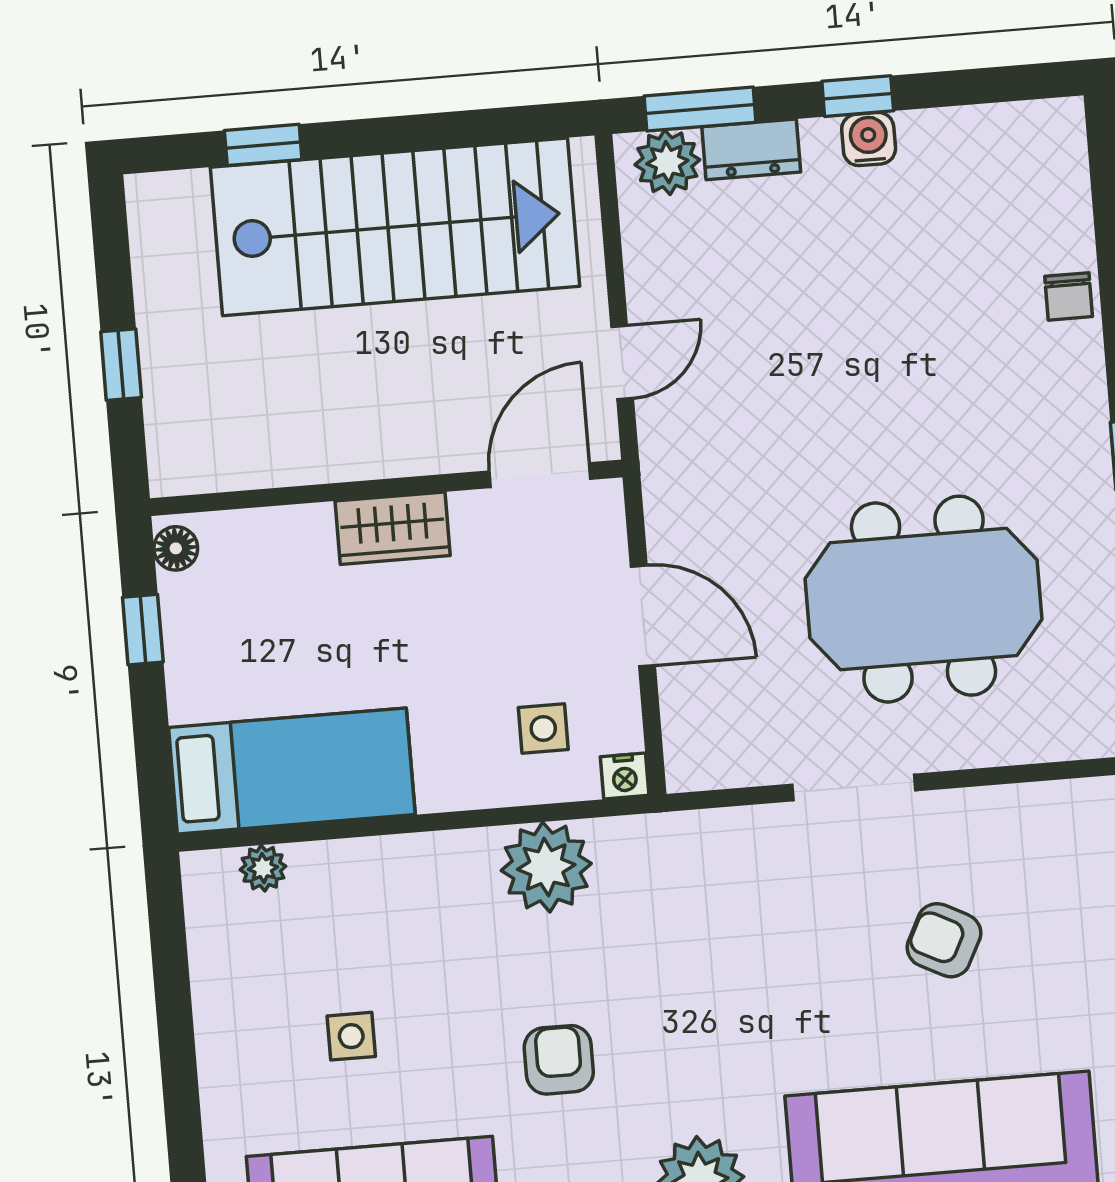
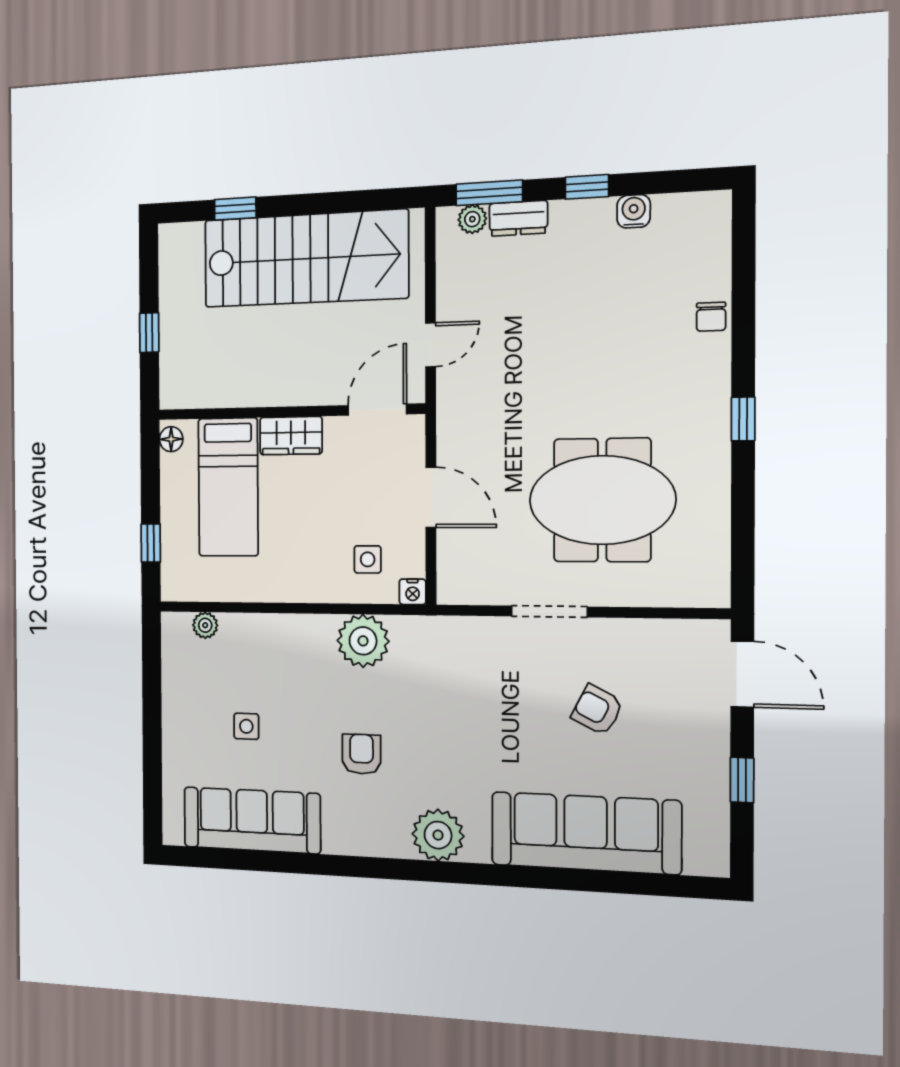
water cooler: (869, 139) -> (634, 211), moved
plant: (667, 162) -> (472, 219), width x0.73, depth x0.73
window: (143, 630) -> (151, 543), moved
bed: (292, 771) -> (228, 487), moved, turned 90

